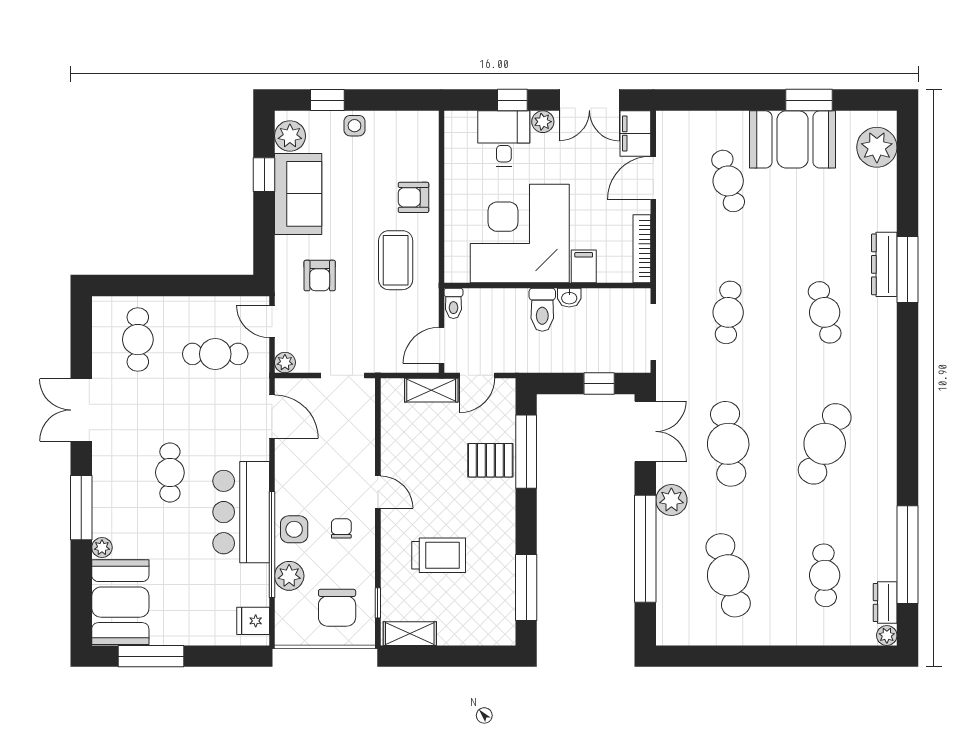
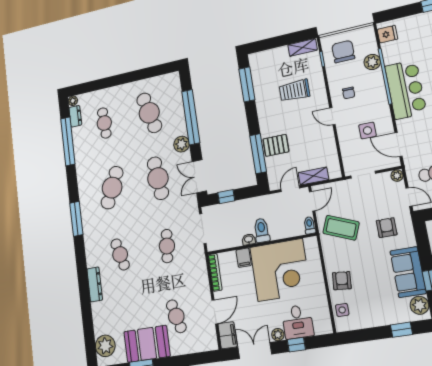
side table: (354, 126) -> (342, 310), moved
armchair: (413, 197) -> (342, 281), turned -85
coffee table: (396, 260) -> (341, 228), moved, turned -68
window: (907, 269) -> (76, 219), moved
side table: (294, 529) -> (367, 131), moved

